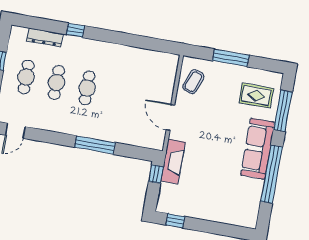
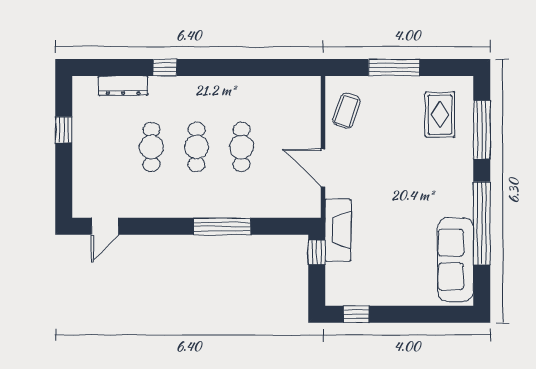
cafe table: (26, 77) -> (242, 147), moved
rug: (256, 95) -> (440, 115), turned 90
sofa: (258, 149) -> (456, 260), moved

